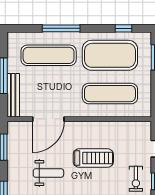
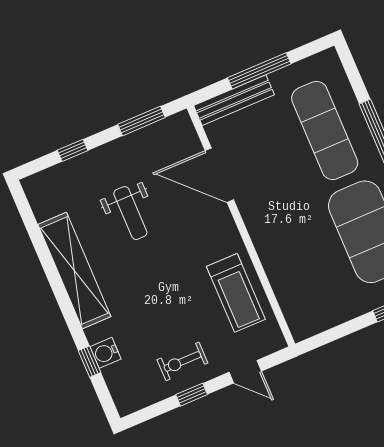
exercise mat: (110, 94) -> (305, 259), removed
treadmill: (93, 158) -> (236, 293), moved

